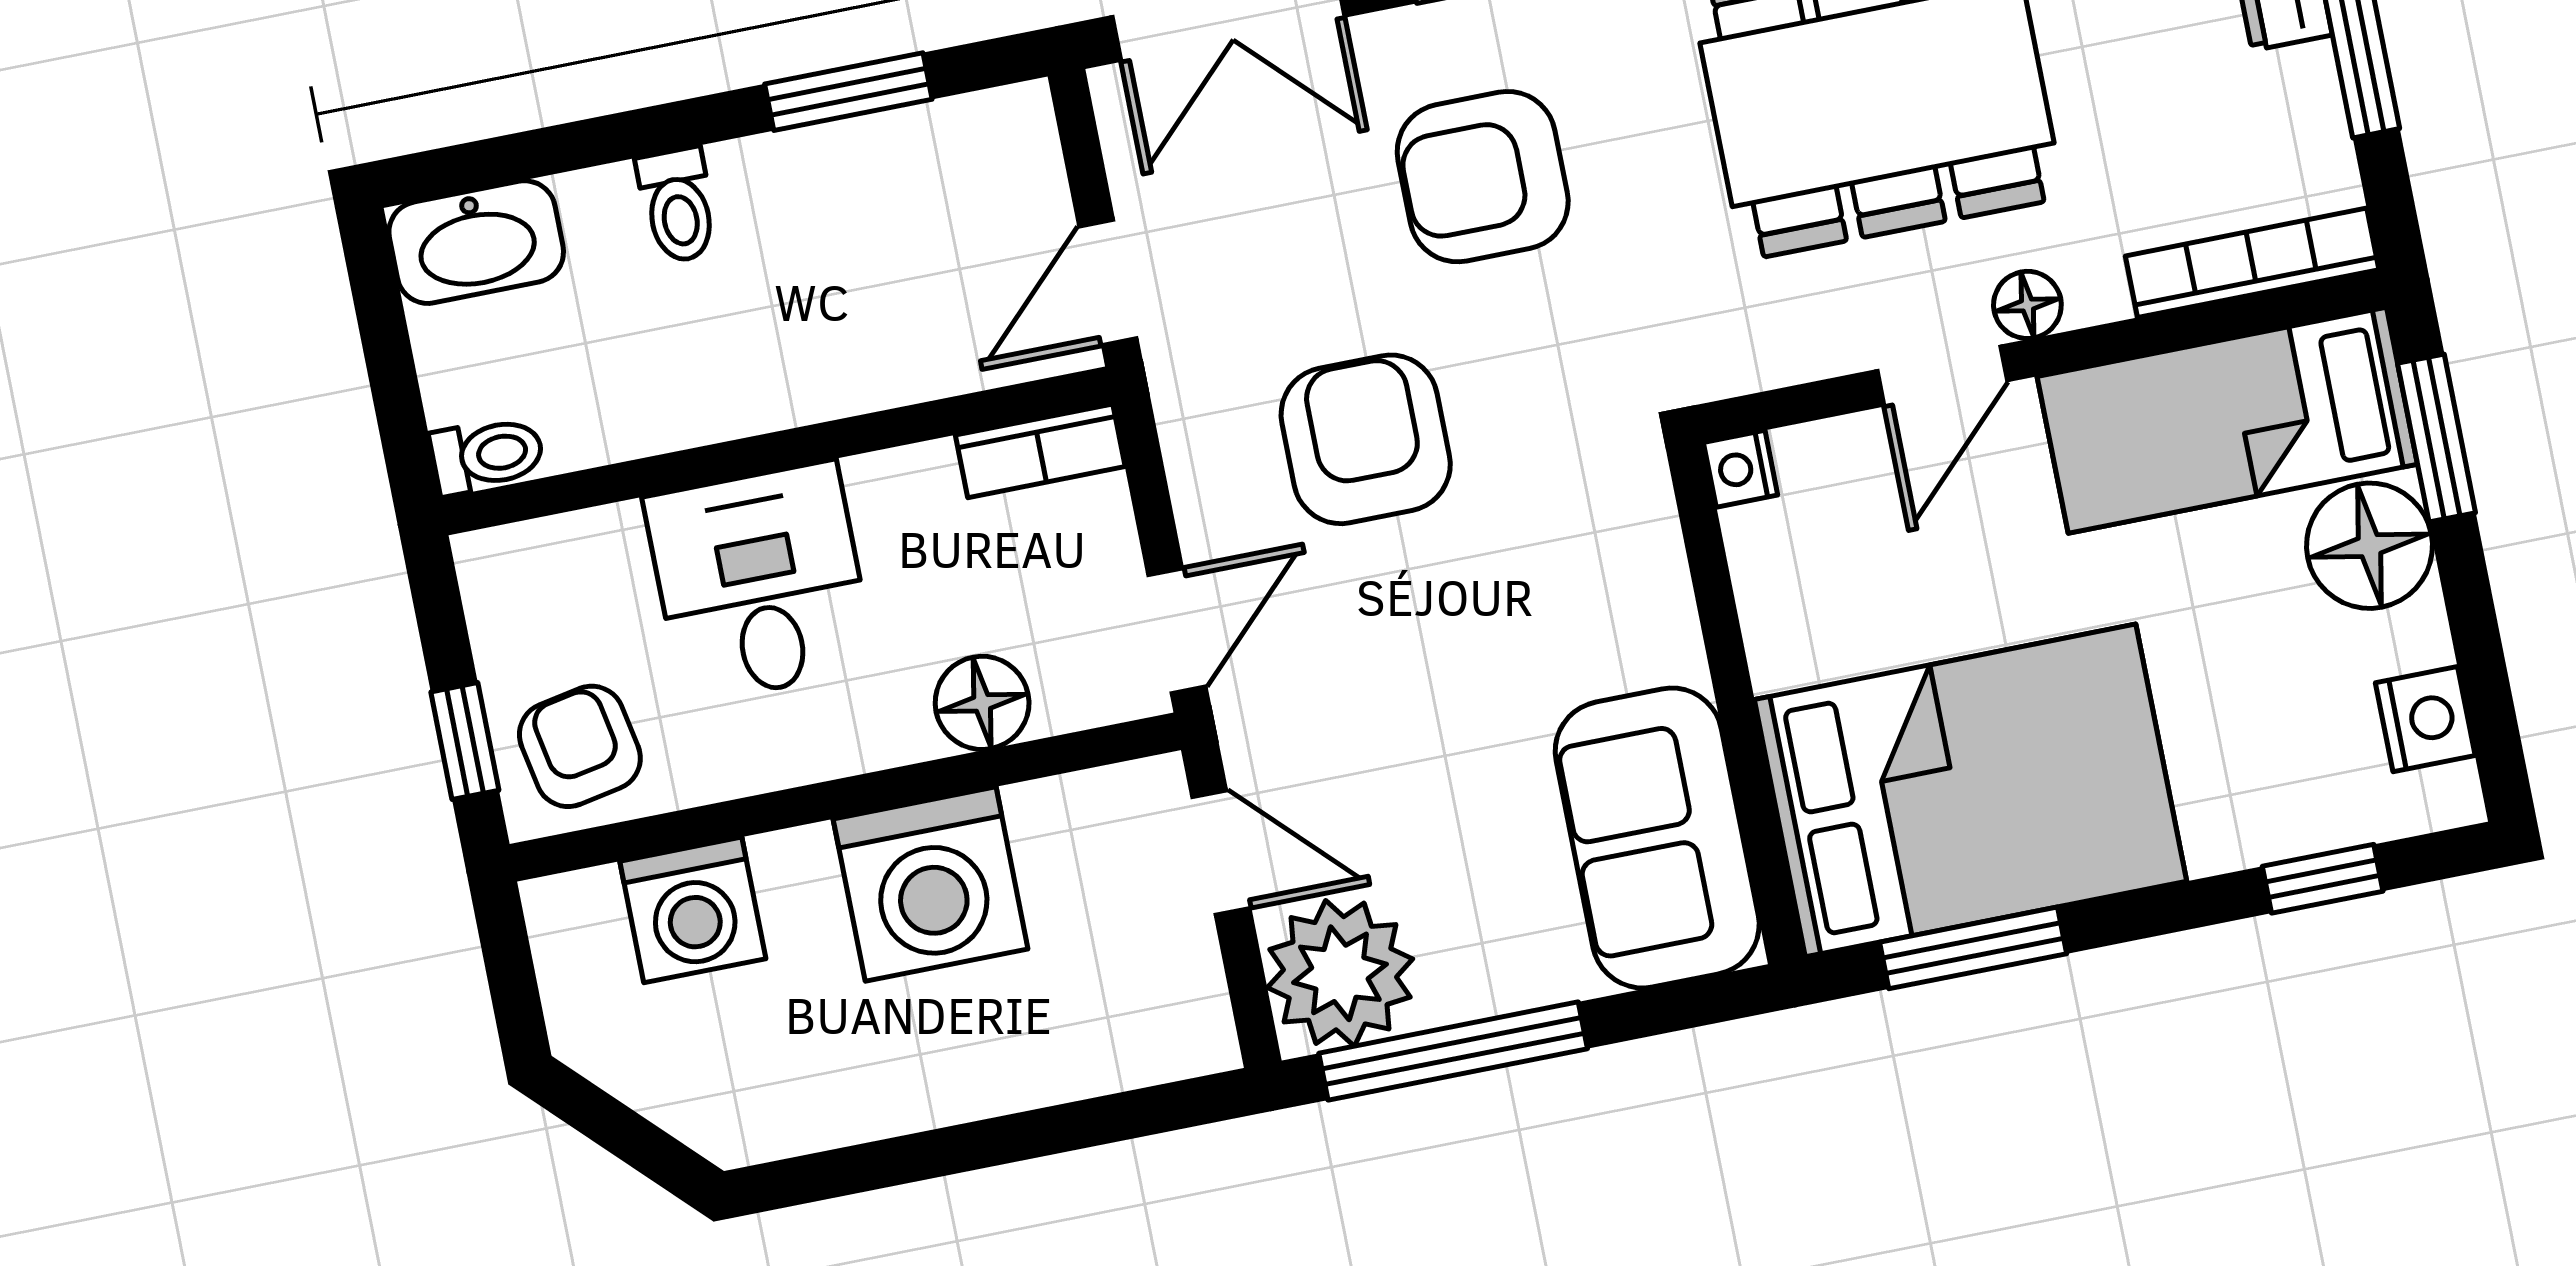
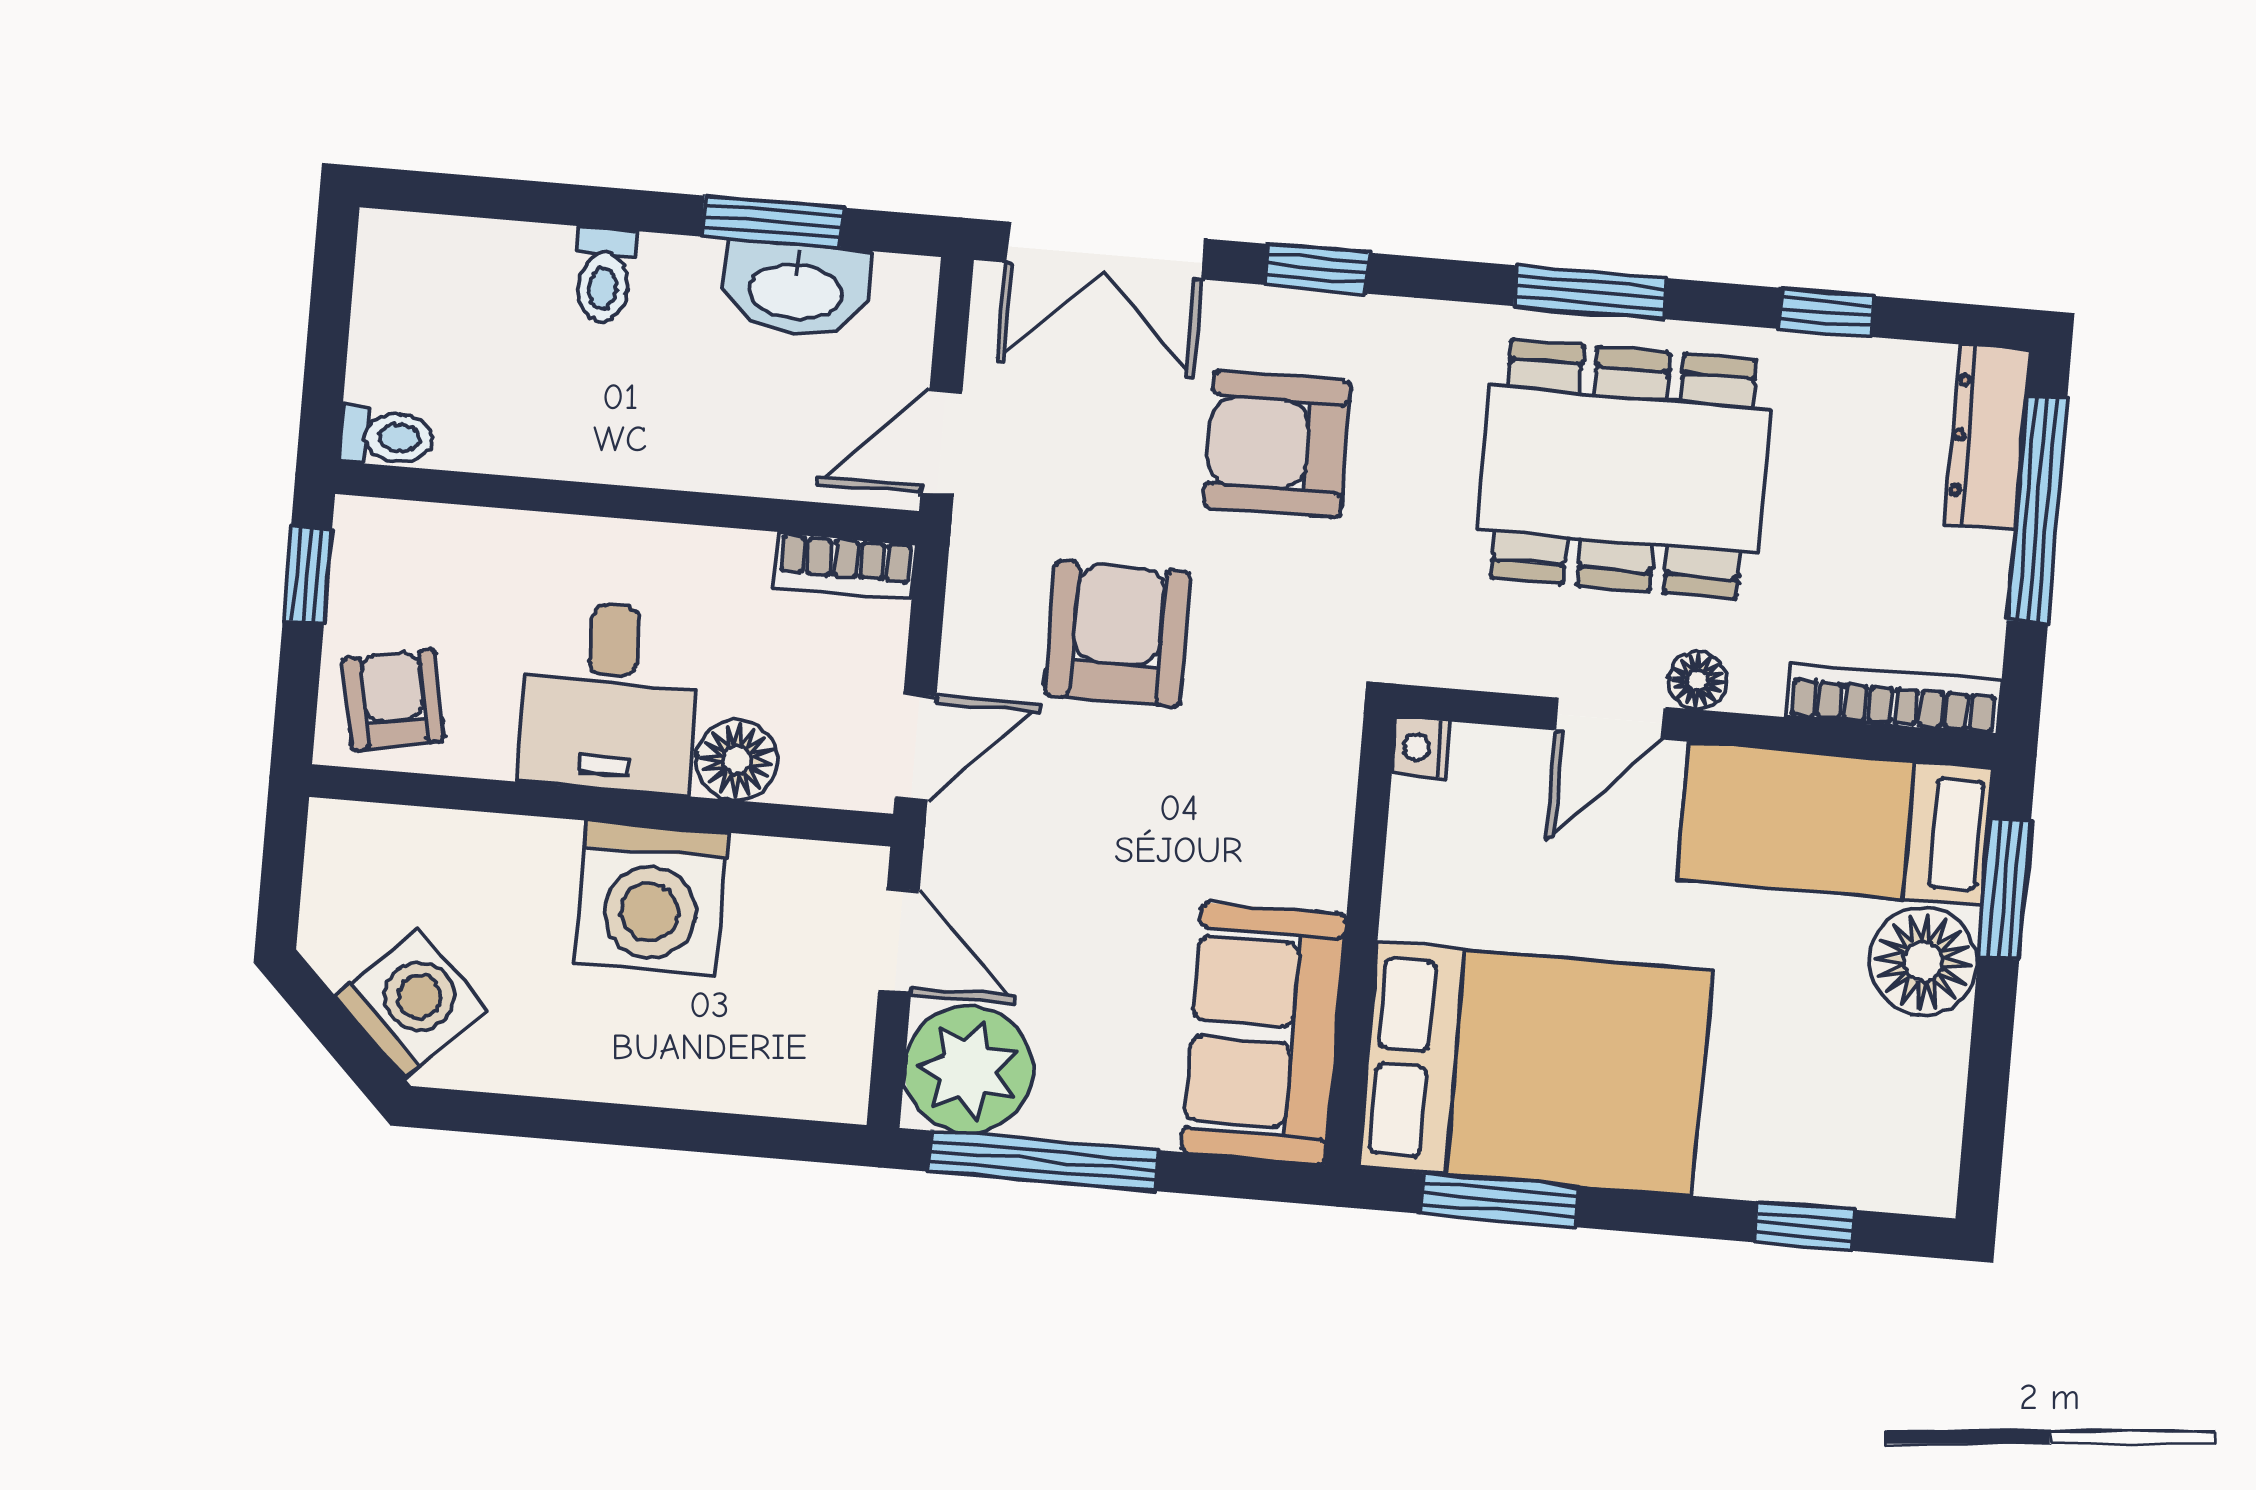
washbasin: (476, 242) -> (796, 289), moved
desk: (760, 583) -> (610, 697), moved, turned 180
nightstand: (2425, 719) -> (1928, 1118), removed
window: (465, 741) -> (307, 575), moved
washing machine: (693, 910) -> (411, 1003), moved, turned -135

